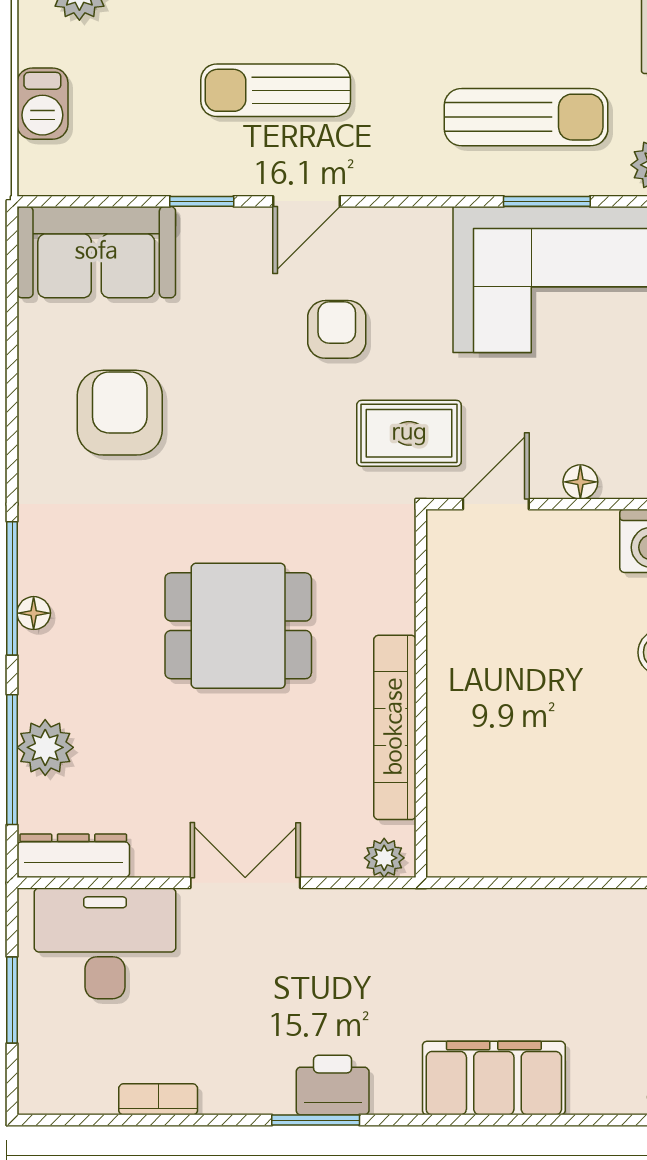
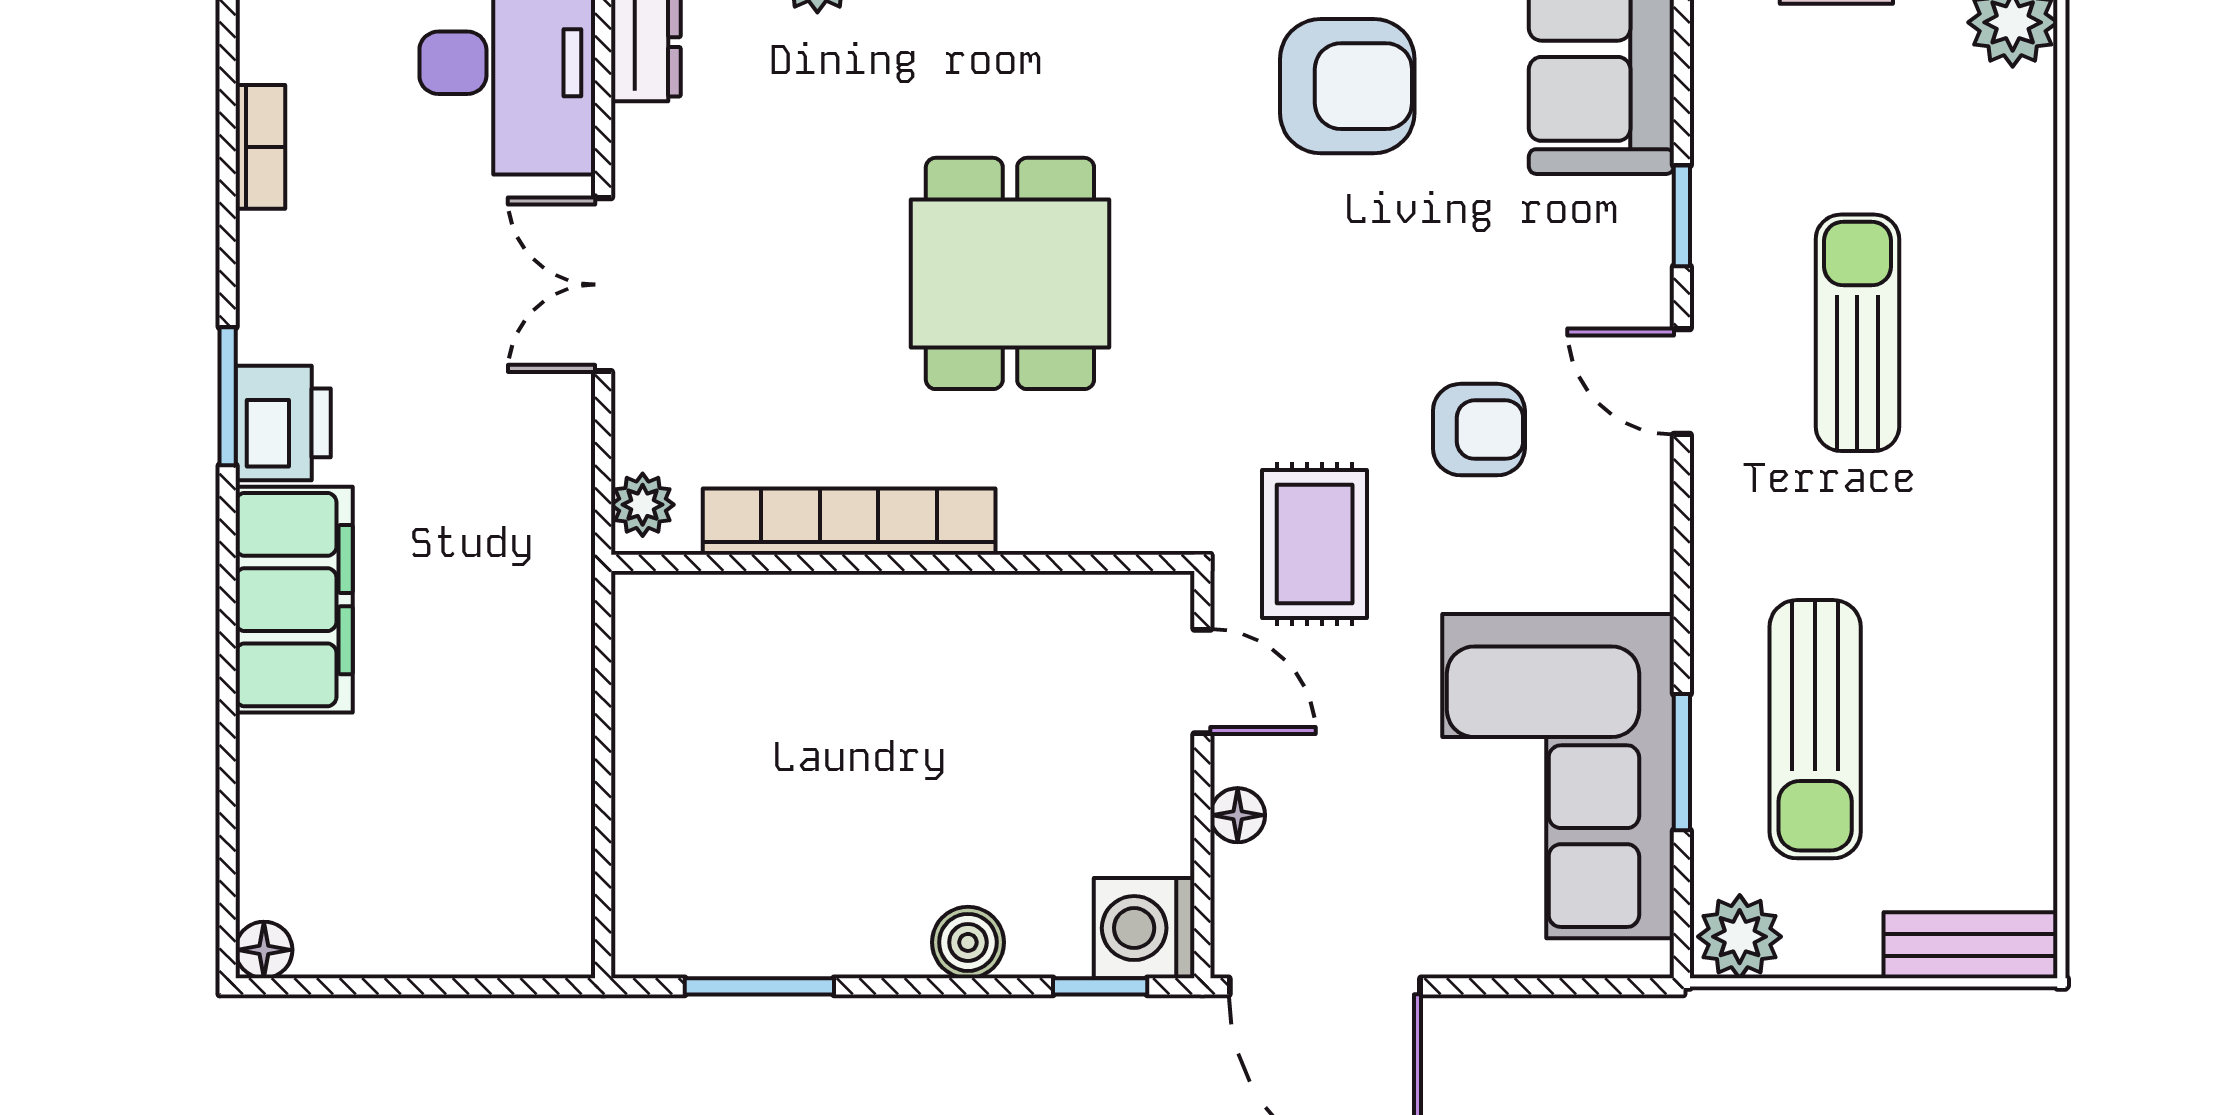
double door: (245, 883) -> (603, 285), swing flipped
filing cabinet: (494, 1078) -> (294, 600), moved

